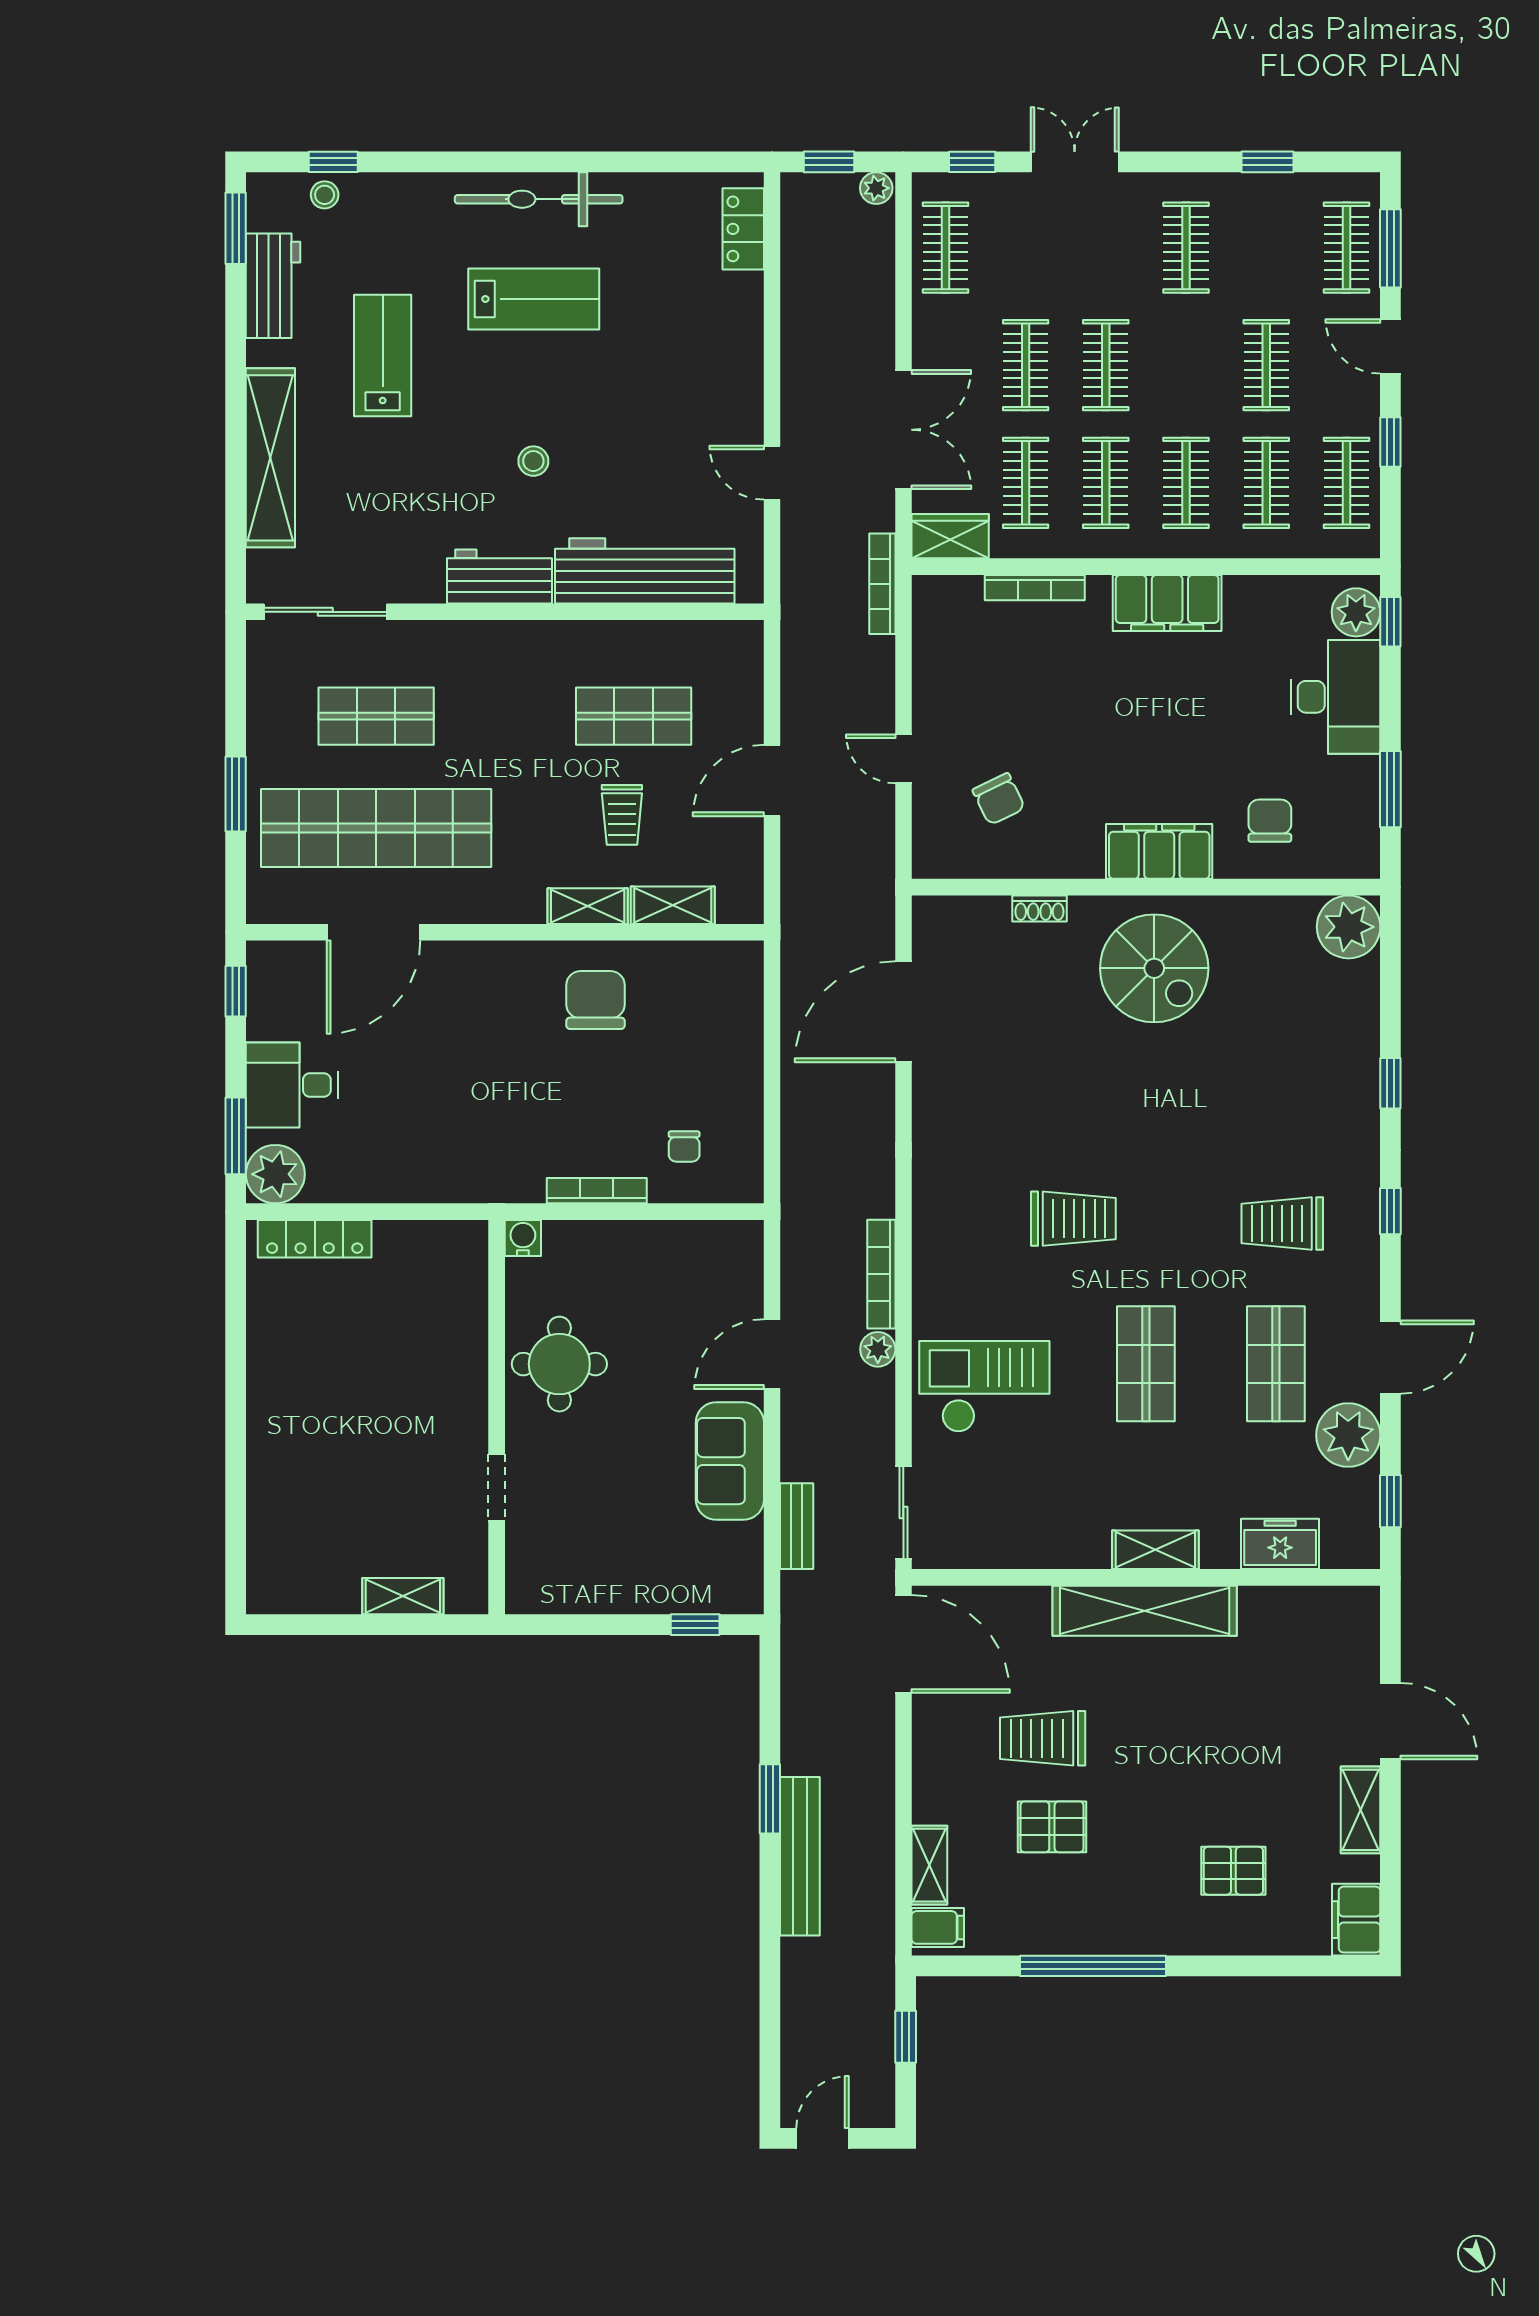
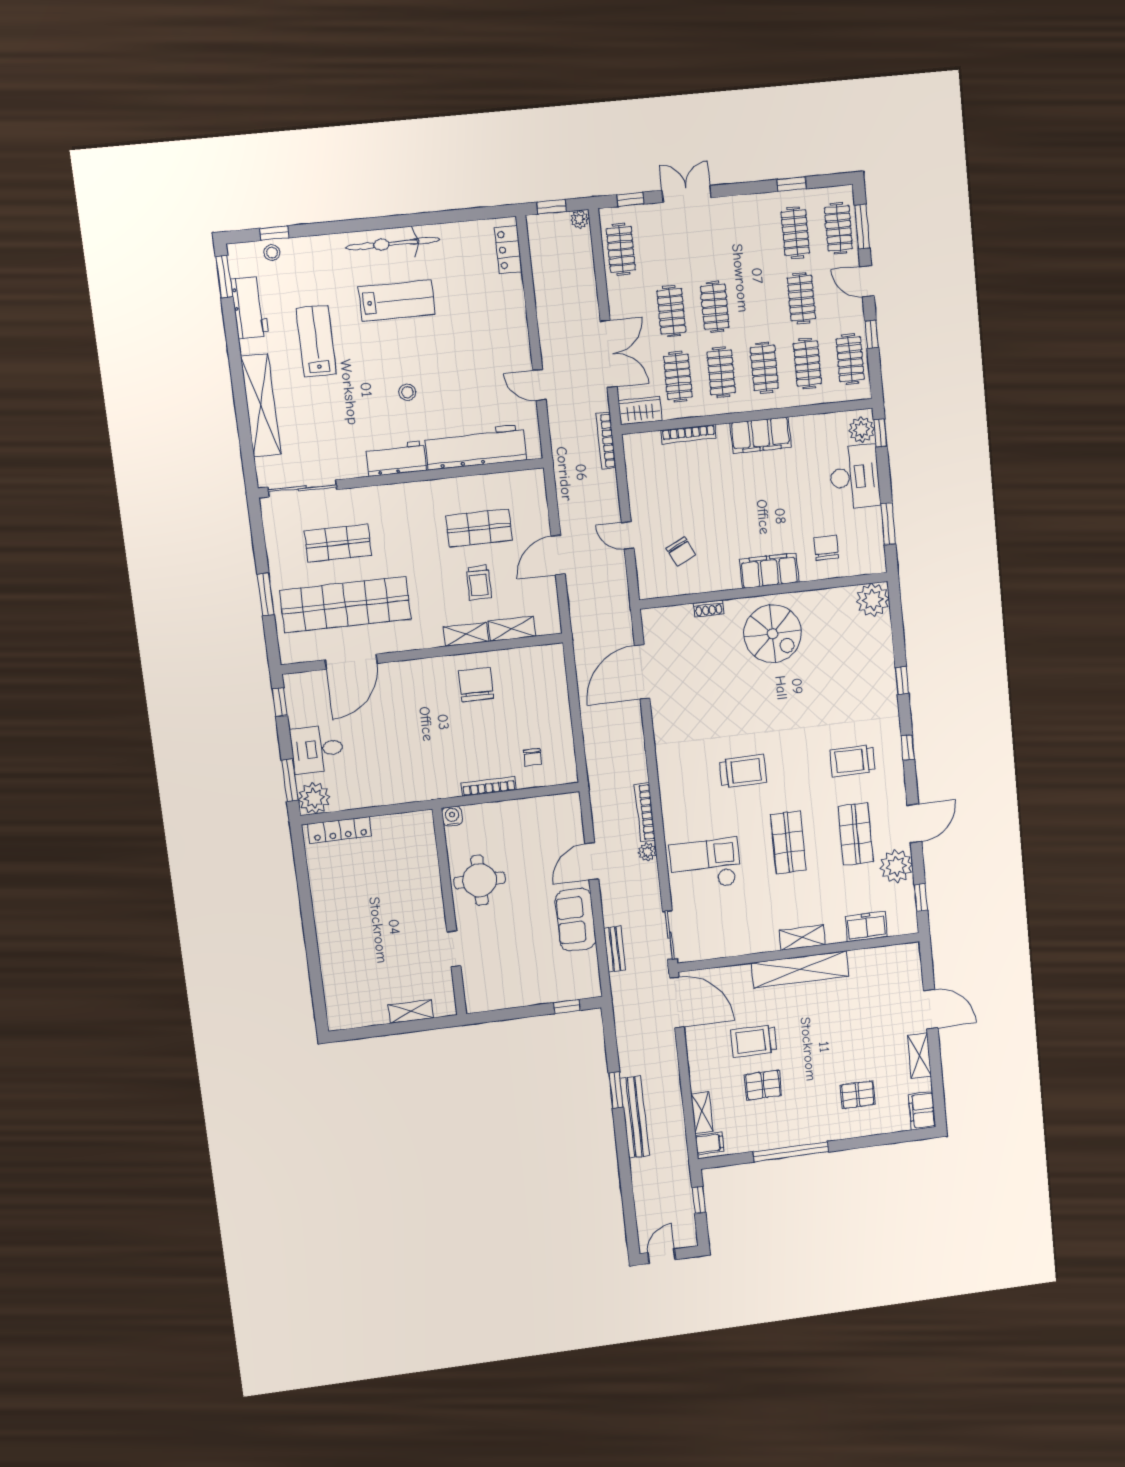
clothes rail: (1186, 248) -> (795, 233), moved

